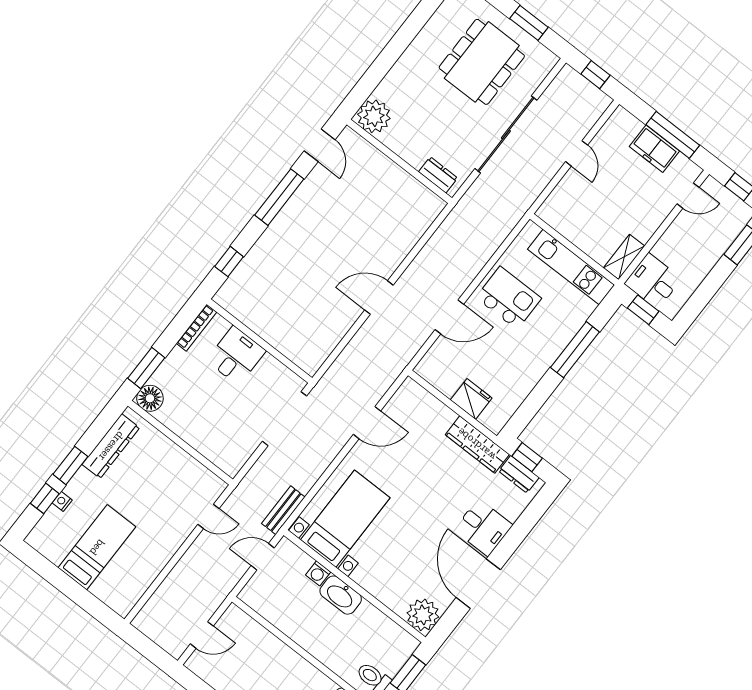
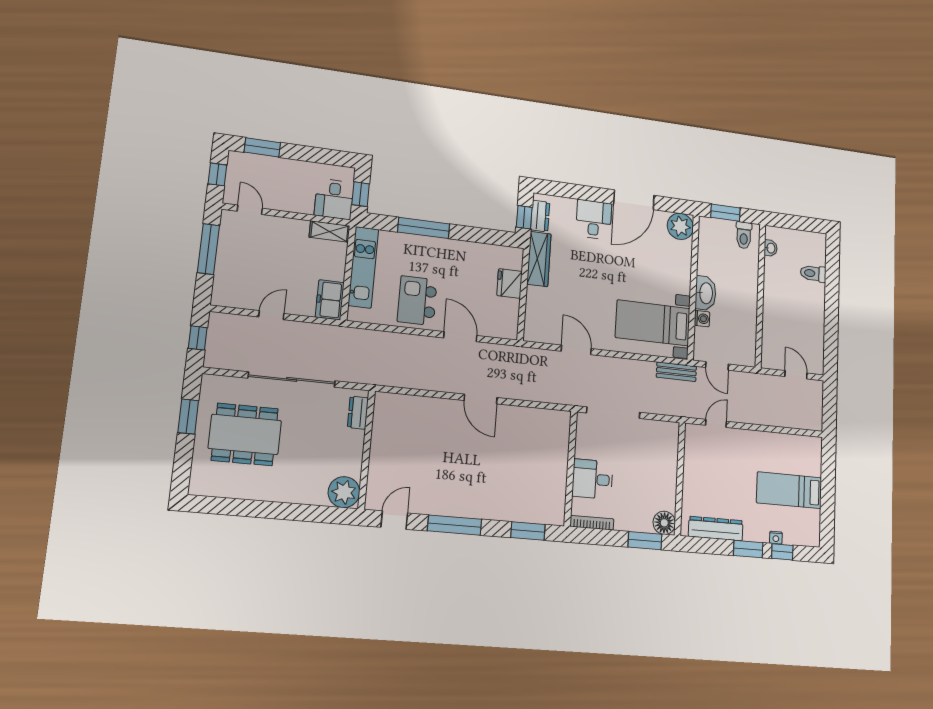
freezer: (654, 149) -> (330, 300), moved, turned 180
window: (229, 262) -> (528, 531), width x1.50
door: (209, 516) -> (716, 423), hinge flipped

